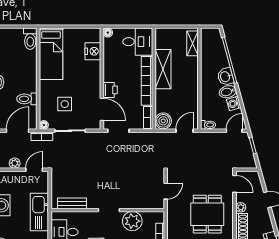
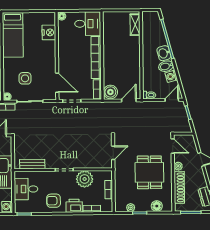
shelving: (163, 69) -> (110, 47), removed
printer: (110, 90) -> (64, 66), removed

